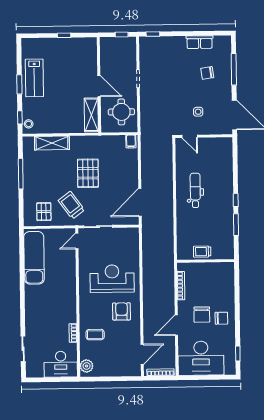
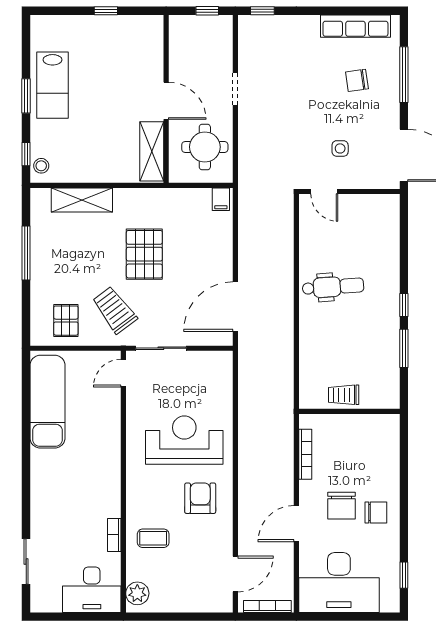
row of seats: (200, 42) -> (355, 26), width x1.48
dental chair: (195, 190) -> (333, 287), turned 86

